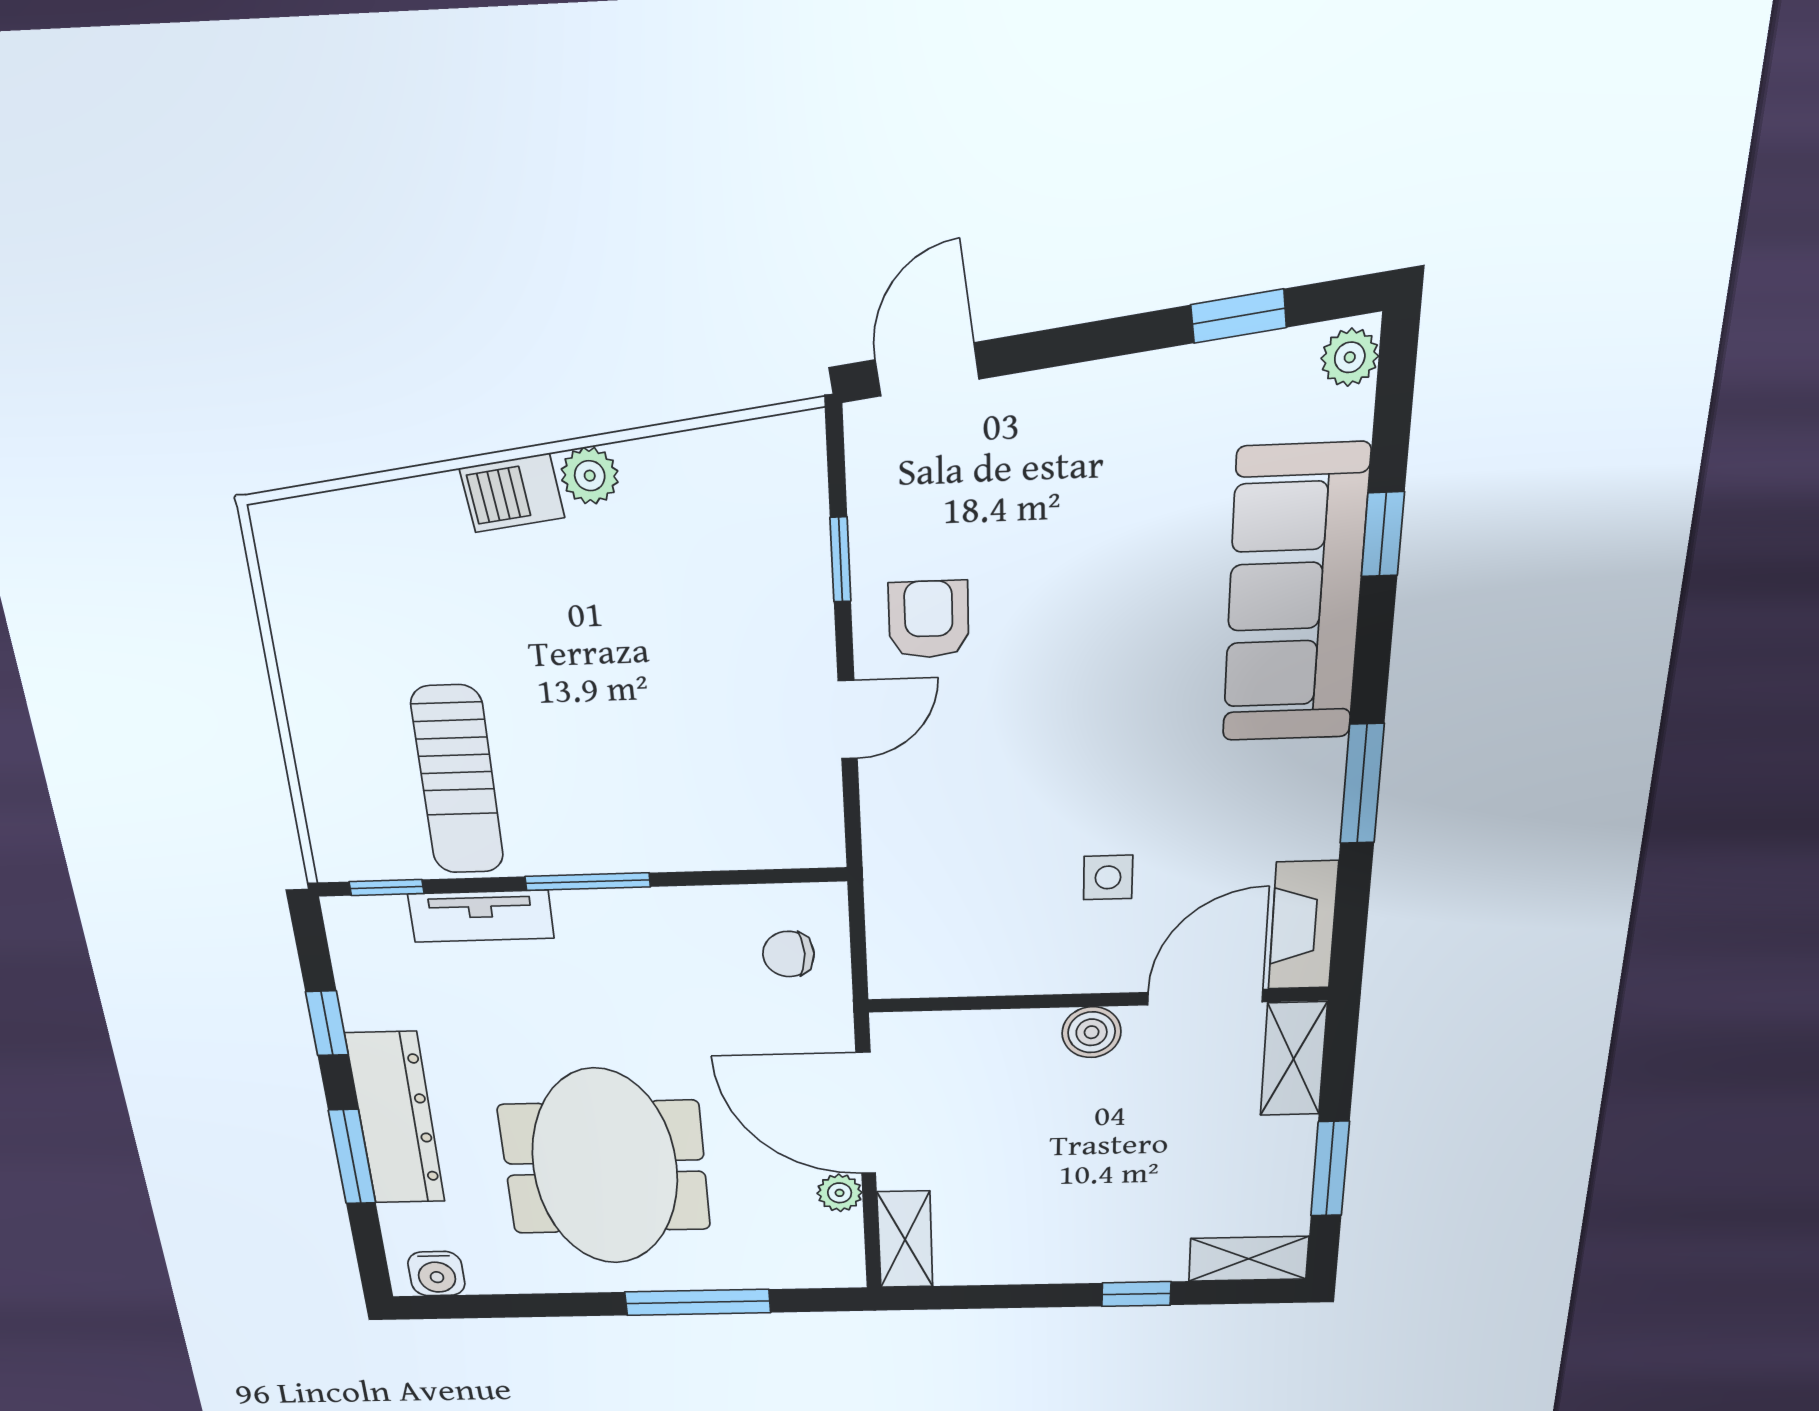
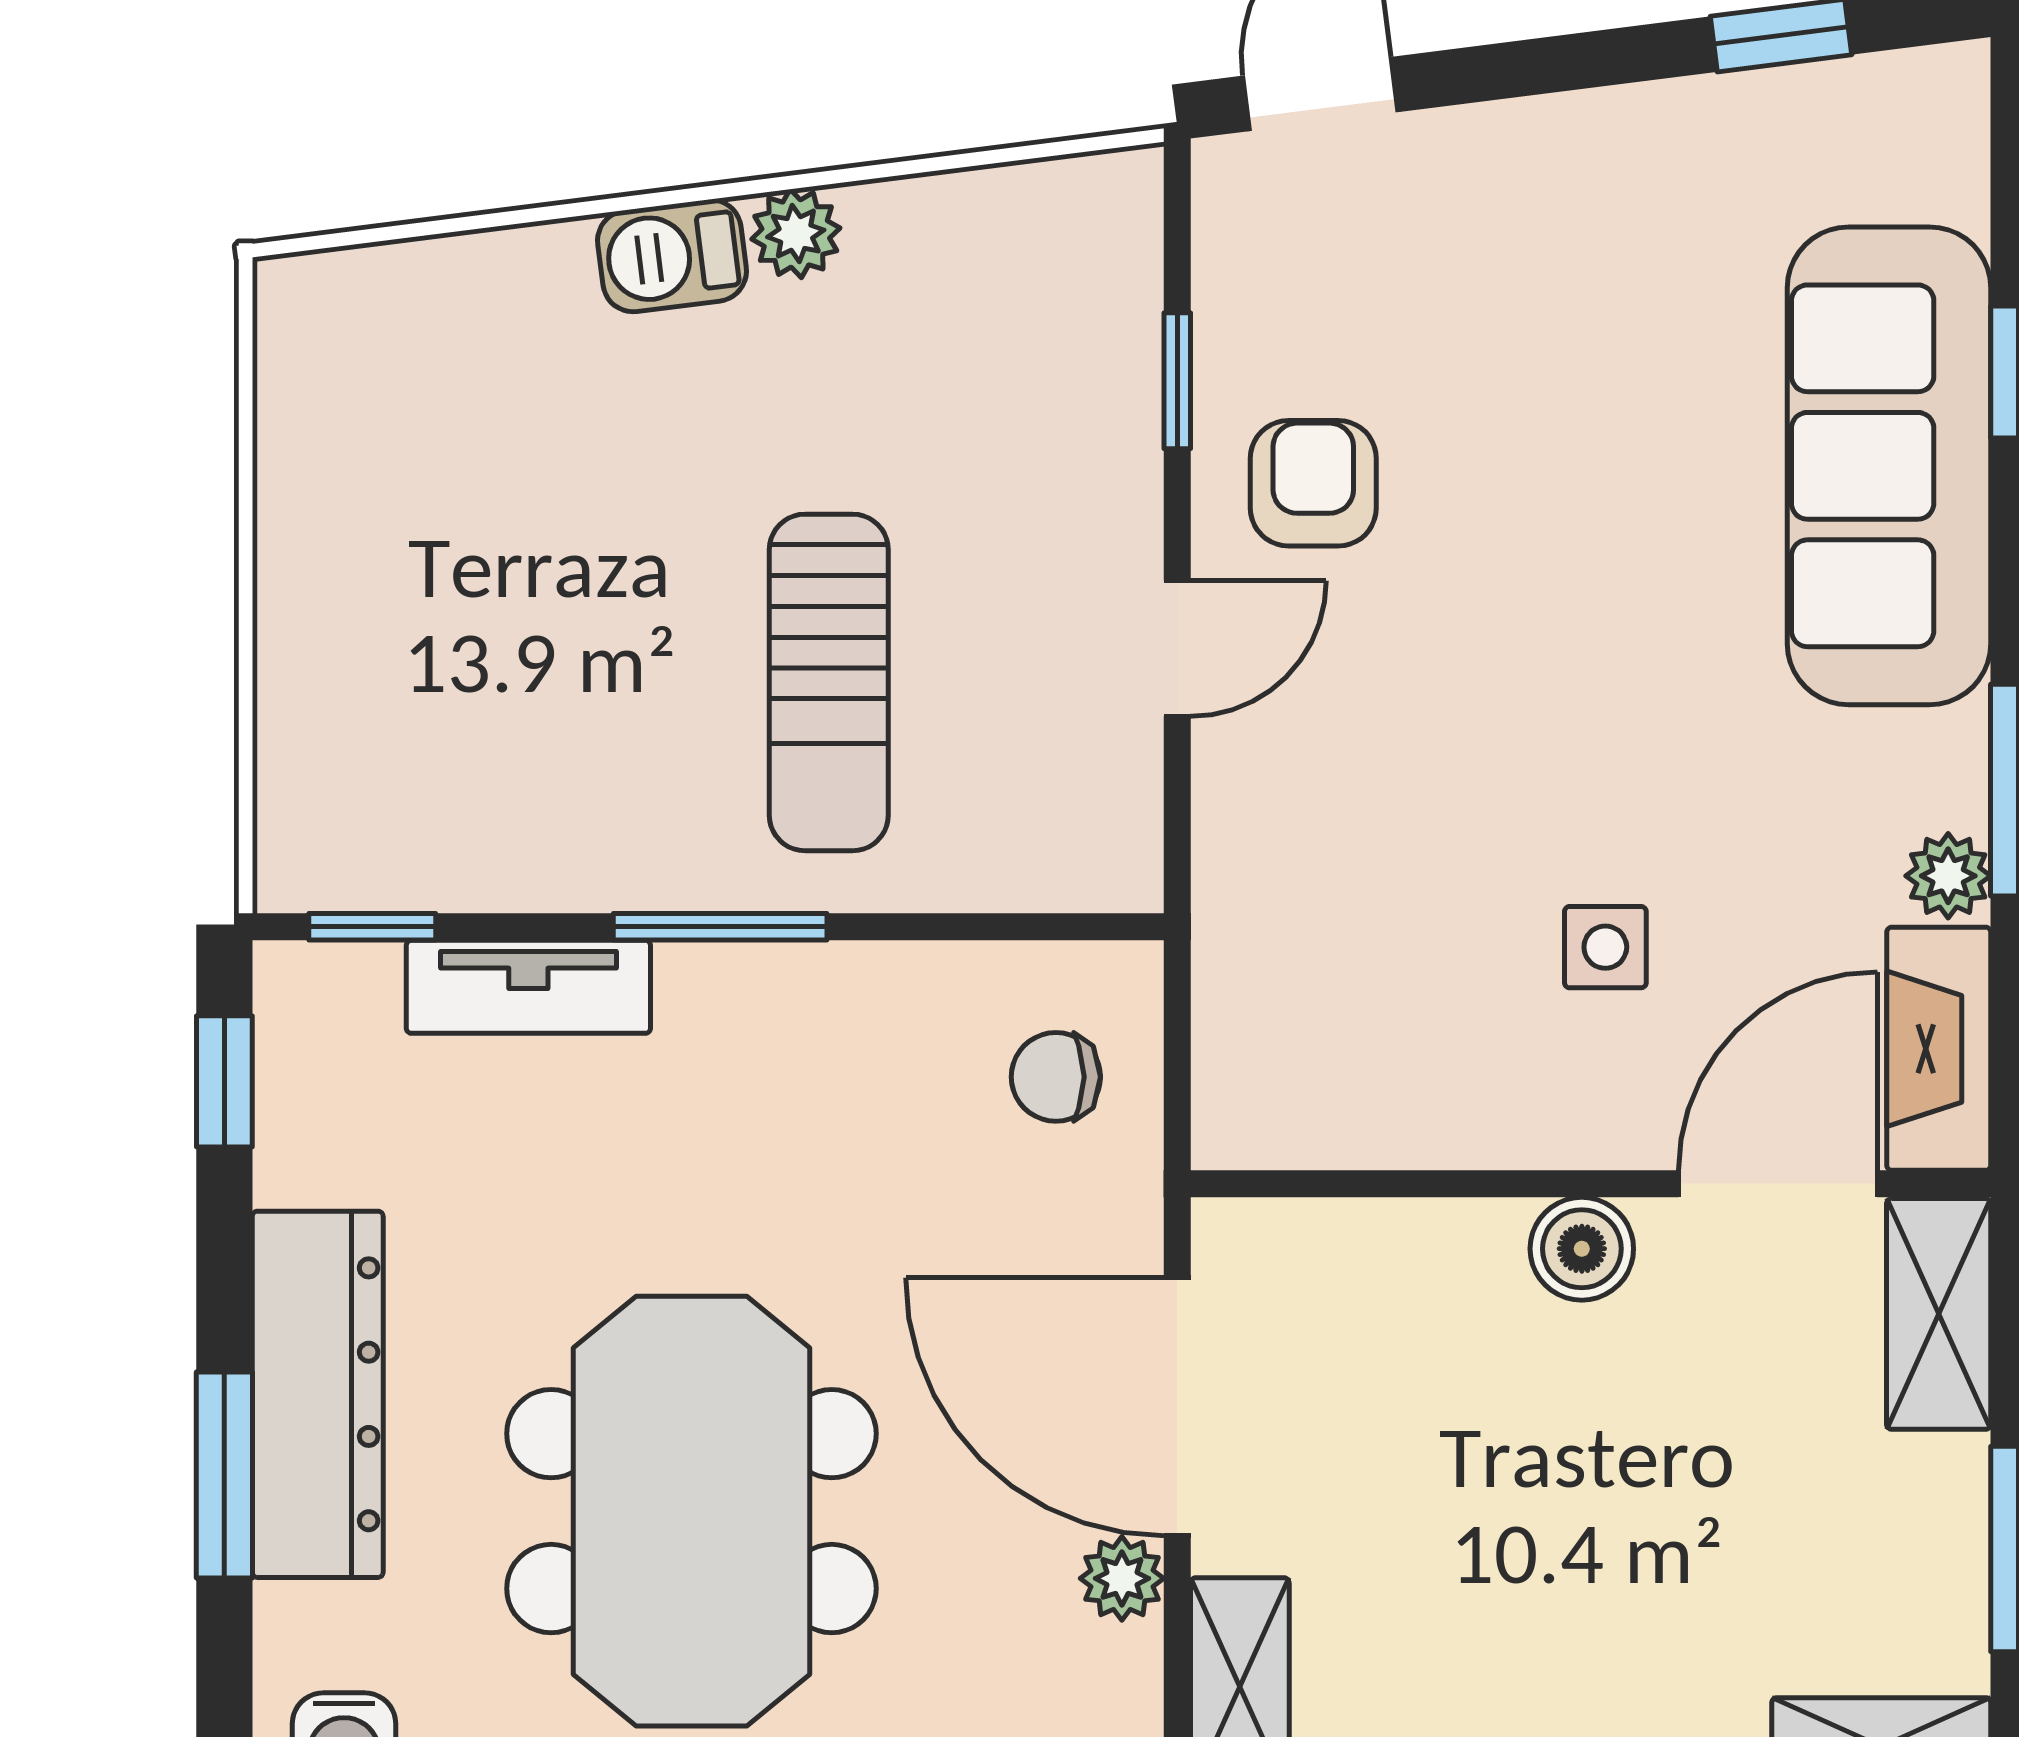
plant: (1350, 357) -> (1948, 876), moved
sun lounger: (458, 781) -> (829, 682), moved
window: (327, 1023) -> (224, 1081), moved

